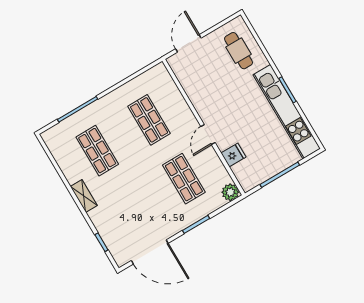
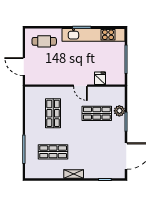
shop shelf: (149, 120) -> (53, 113), turned 90
plant: (230, 192) -> (119, 111), moved

